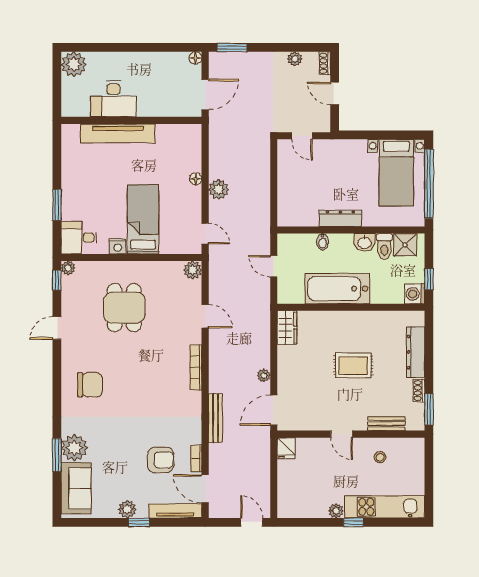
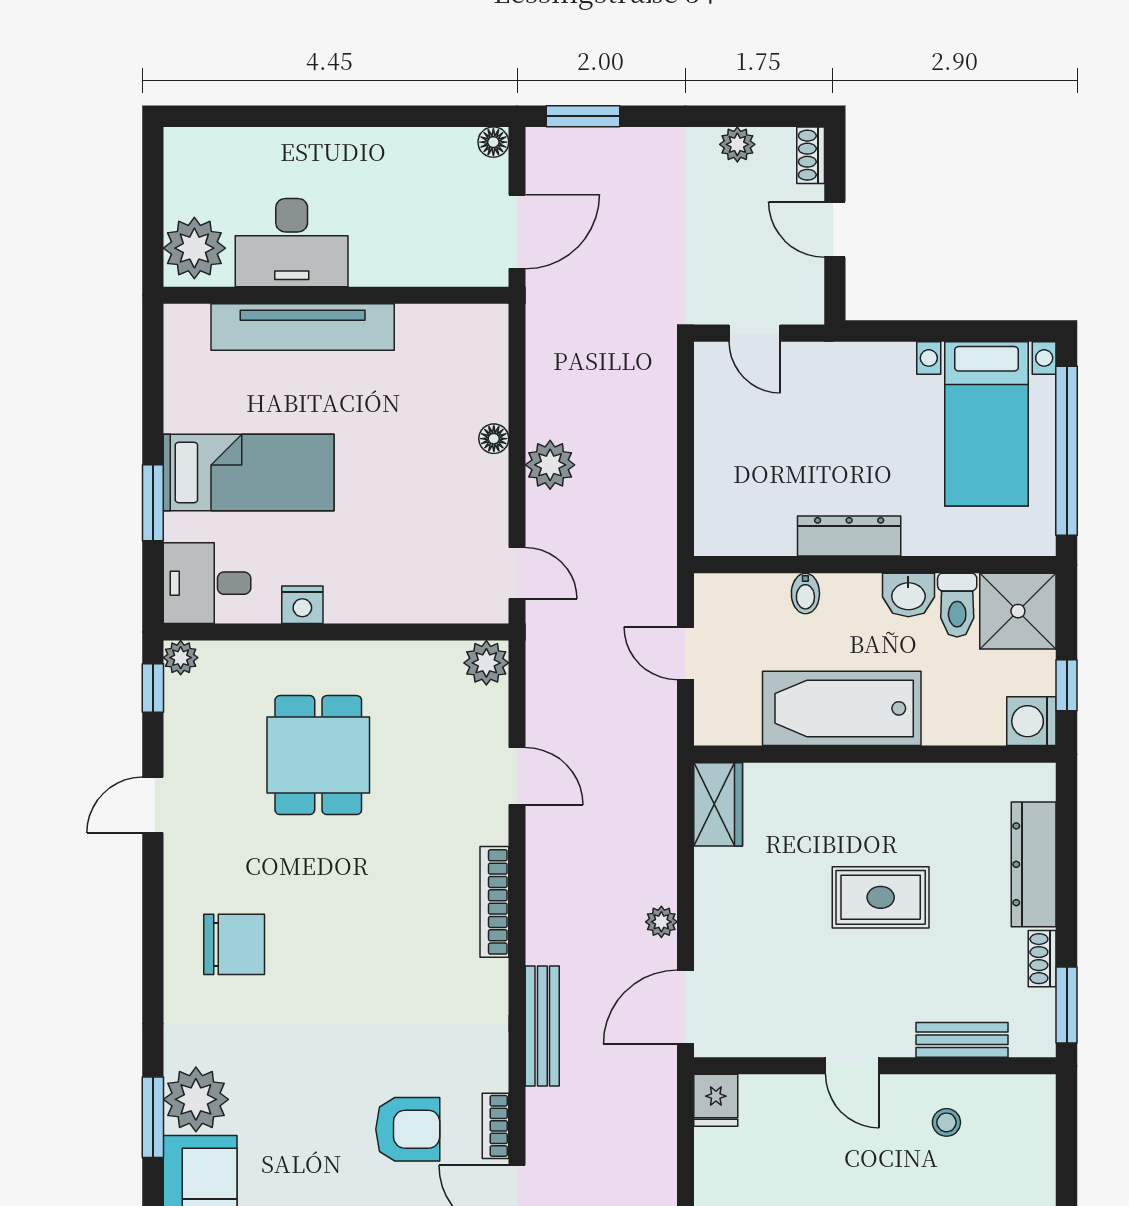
plant: (74, 64) -> (194, 248), moved
bed: (143, 219) -> (249, 472), moved, turned 90
shower: (405, 245) -> (1018, 611), width x1.36, depth x1.36

